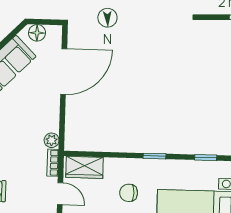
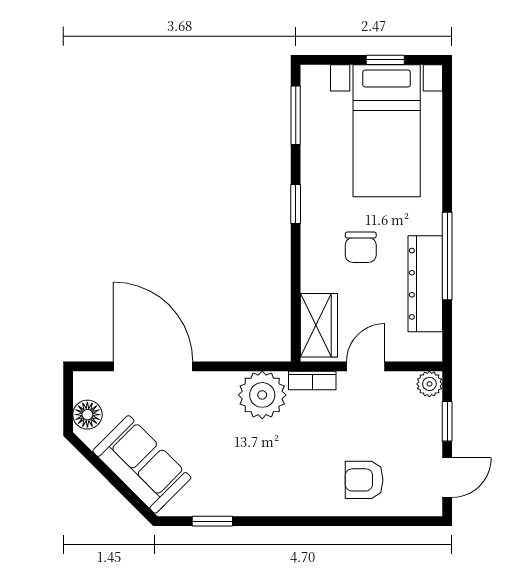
plant: (52, 140) -> (262, 395), width x1.87, depth x1.87
window: (206, 158) -> (296, 115), width x1.50

